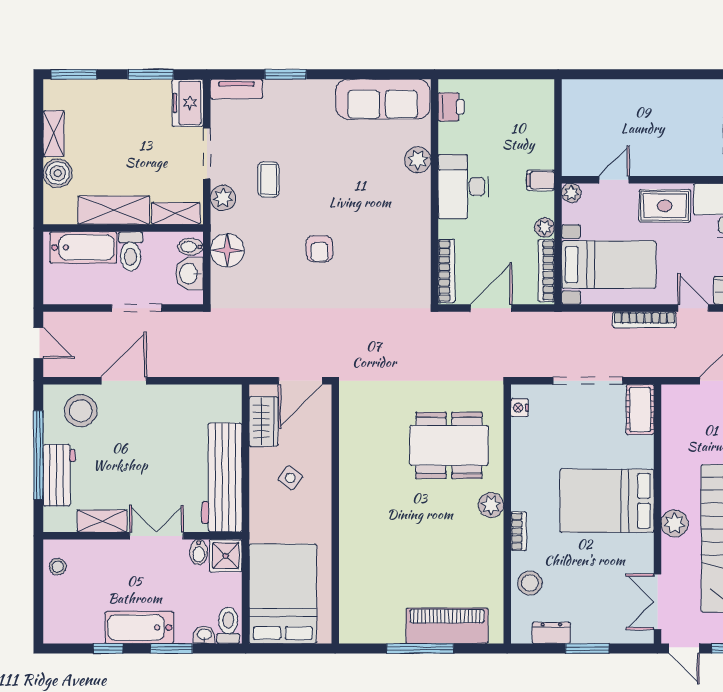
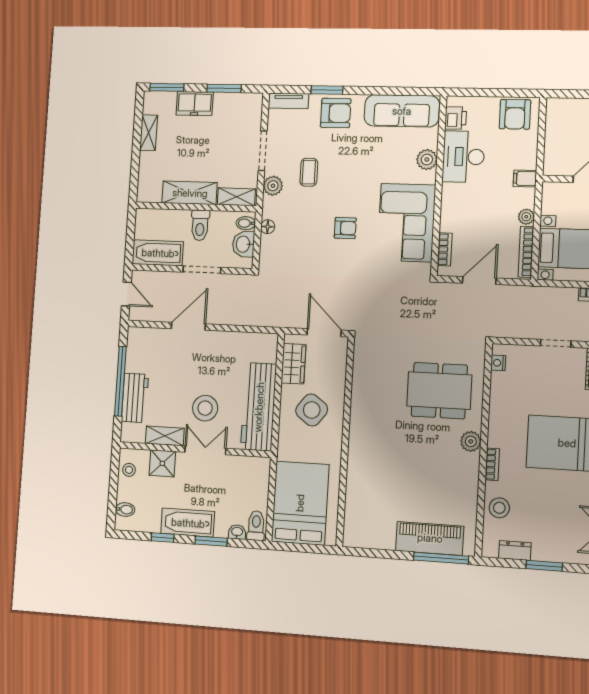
armchair: (524, 101) -> (515, 114), added
freezer: (188, 103) -> (195, 103), moved, turned -90
armchair: (299, 103) -> (336, 113), added
boiler: (58, 173) -> (150, 163), removed
desk: (463, 187) -> (463, 157), moved
plant: (571, 193) -> (550, 189), removed
corner sofa: (396, 239) -> (406, 223), added
bathtub: (83, 247) -> (158, 253), moved, turned 180
armchair: (319, 249) -> (345, 228), turned -90
floor lamp: (227, 250) -> (268, 227), width x0.53, depth x0.53
bookcase: (446, 271) -> (445, 249), width x0.64
door: (300, 381) -> (324, 333), swing flipped
doorway: (588, 381) -> (556, 343), width x0.53
stool: (81, 411) -> (205, 408), moved
side table: (290, 478) -> (312, 410), width x1.87, depth x1.87
bidet: (199, 552) -> (125, 509), moved, turned -90
shower: (226, 556) -> (162, 463), moved
window: (420, 648) -> (441, 558), moved

